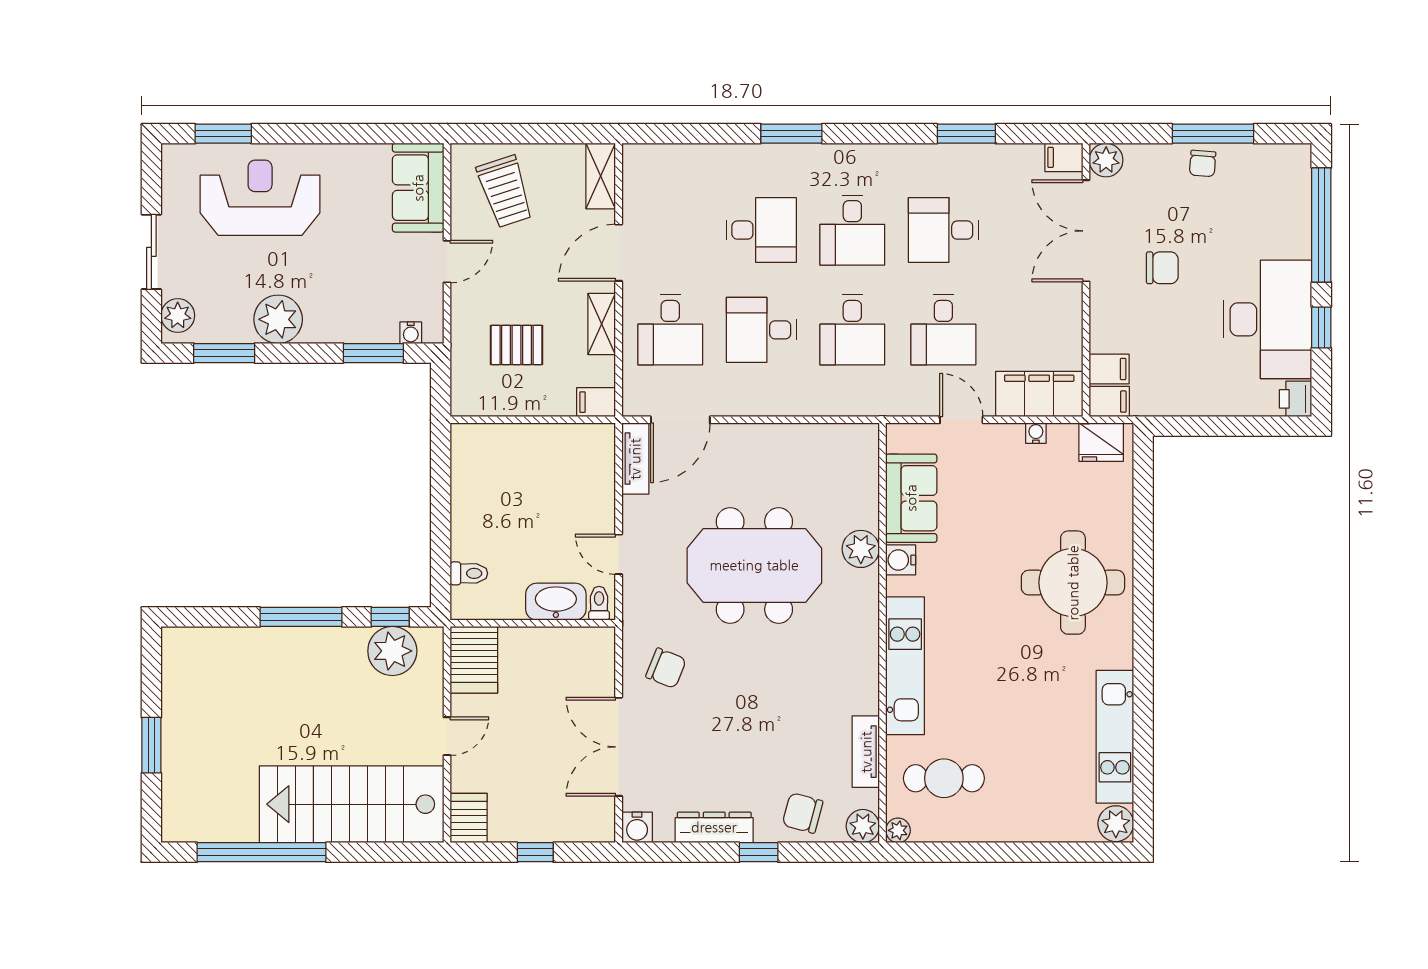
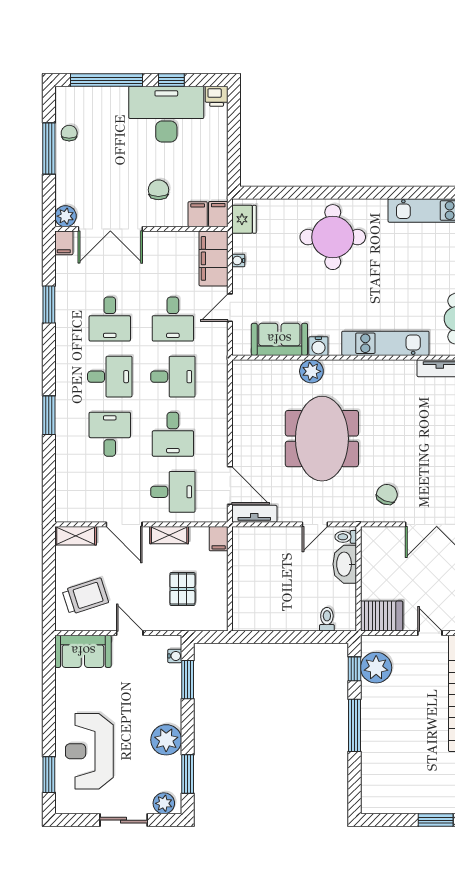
chair: (1203, 163) -> (69, 133), moved, turned -94
chair: (1162, 268) -> (158, 190), moved
desk: (943, 330) -> (173, 319), turned 90

